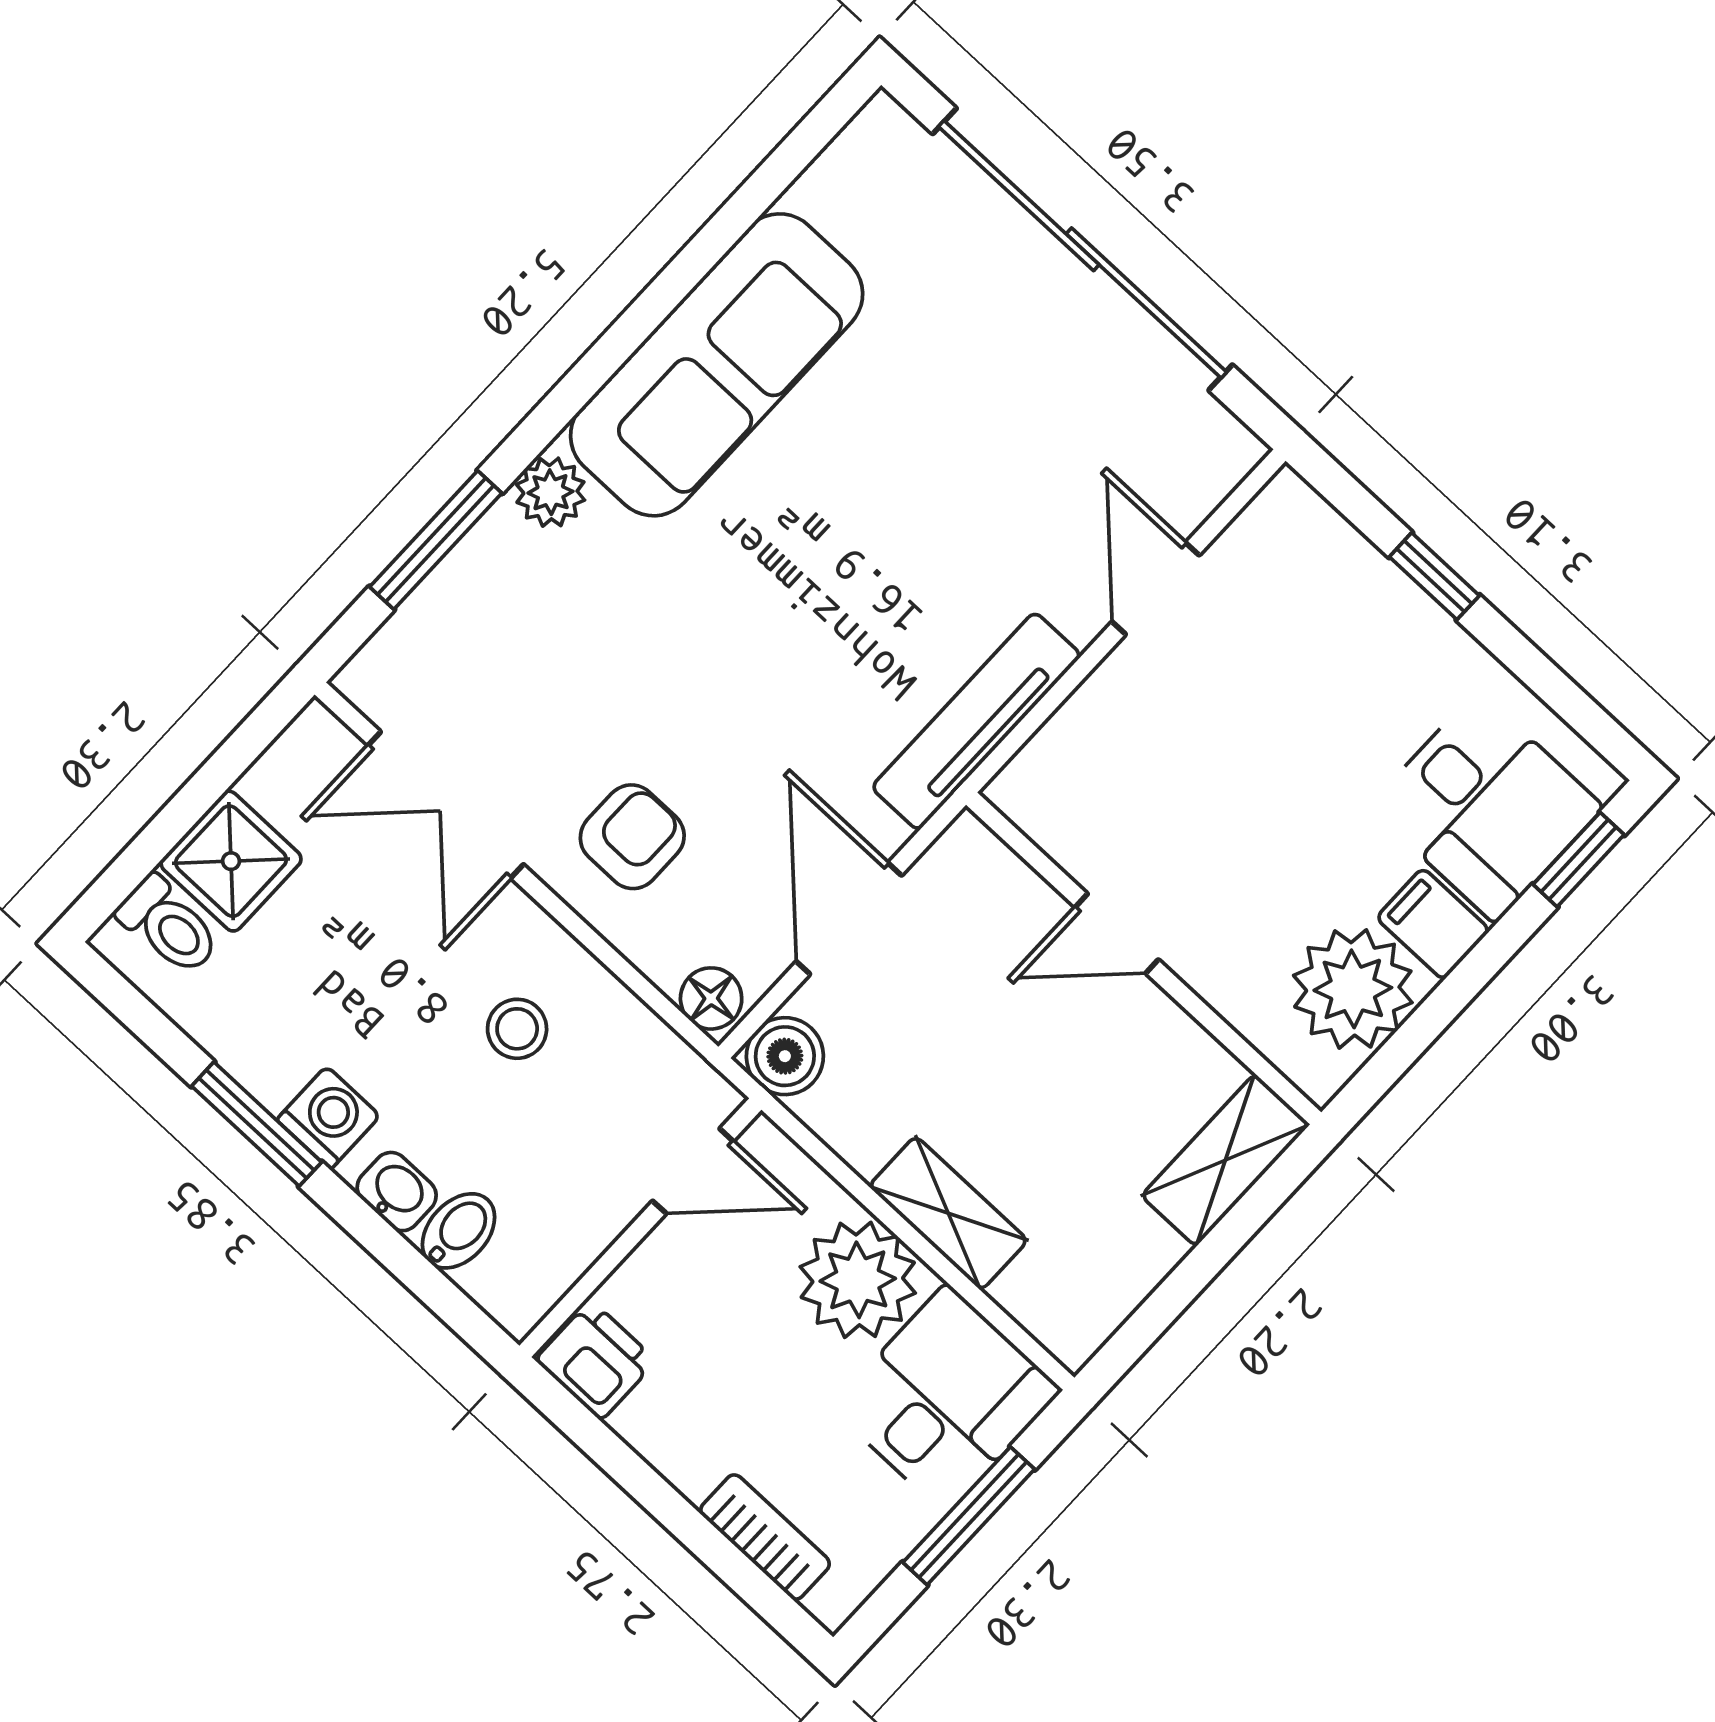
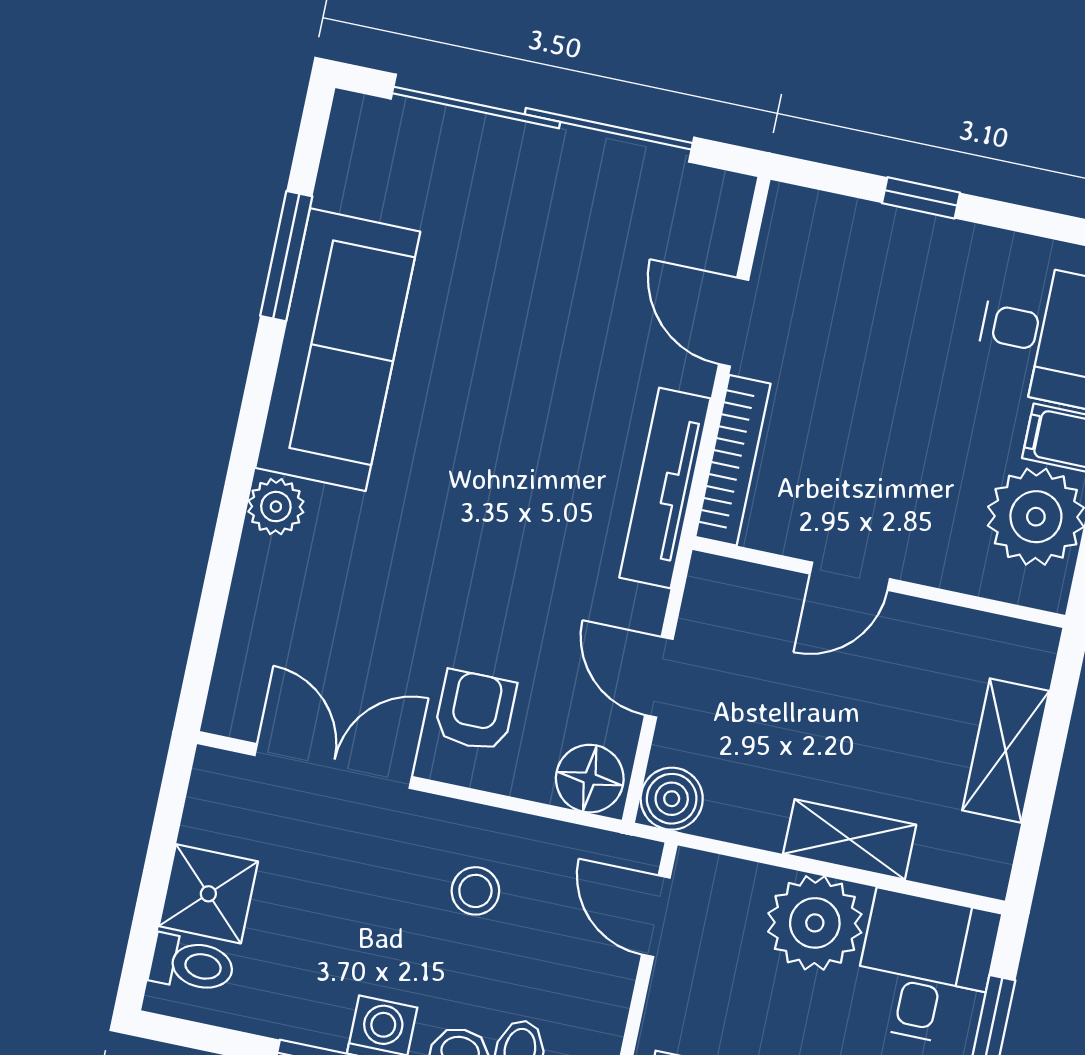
window: (436, 540) -> (286, 256), moved
bookcase: (1066, 735) -> (733, 460), added
double door: (446, 805) -> (333, 766), swing flipped
door: (849, 918) -> (659, 677), width x0.73
floor lamp: (711, 998) -> (590, 779), width x1.37, depth x1.37
shelving: (1225, 1160) -> (1006, 751), moved
door: (693, 1171) -> (656, 916), swing flipped

